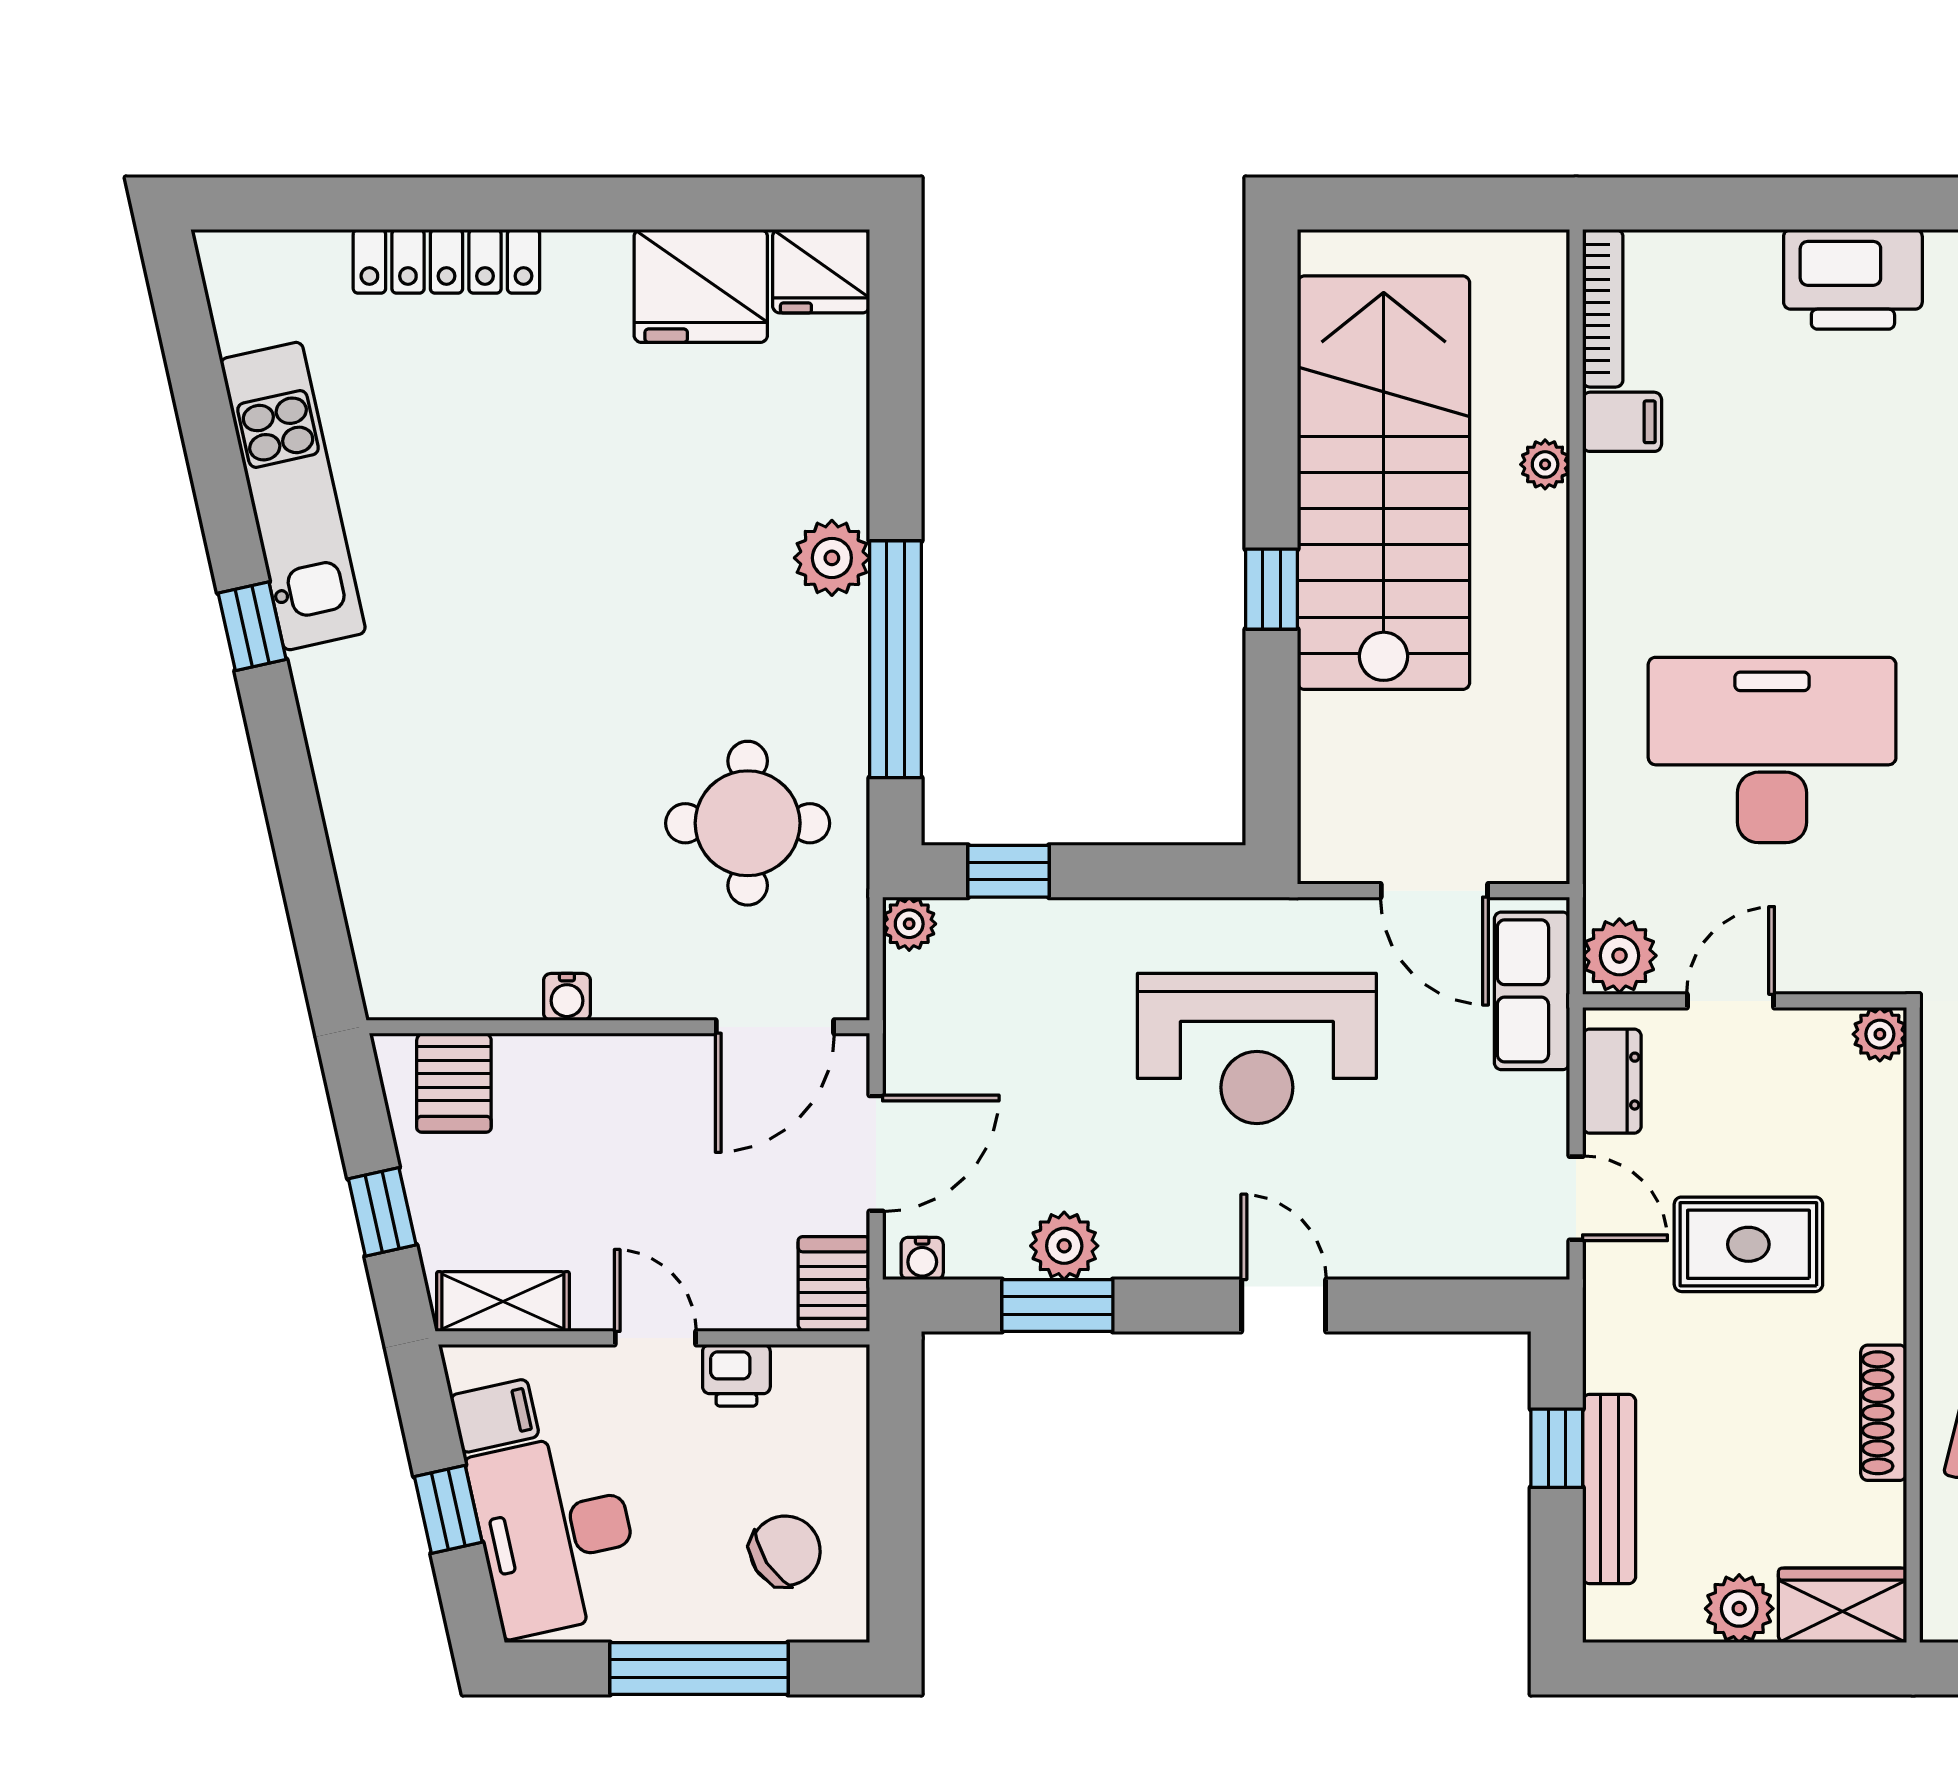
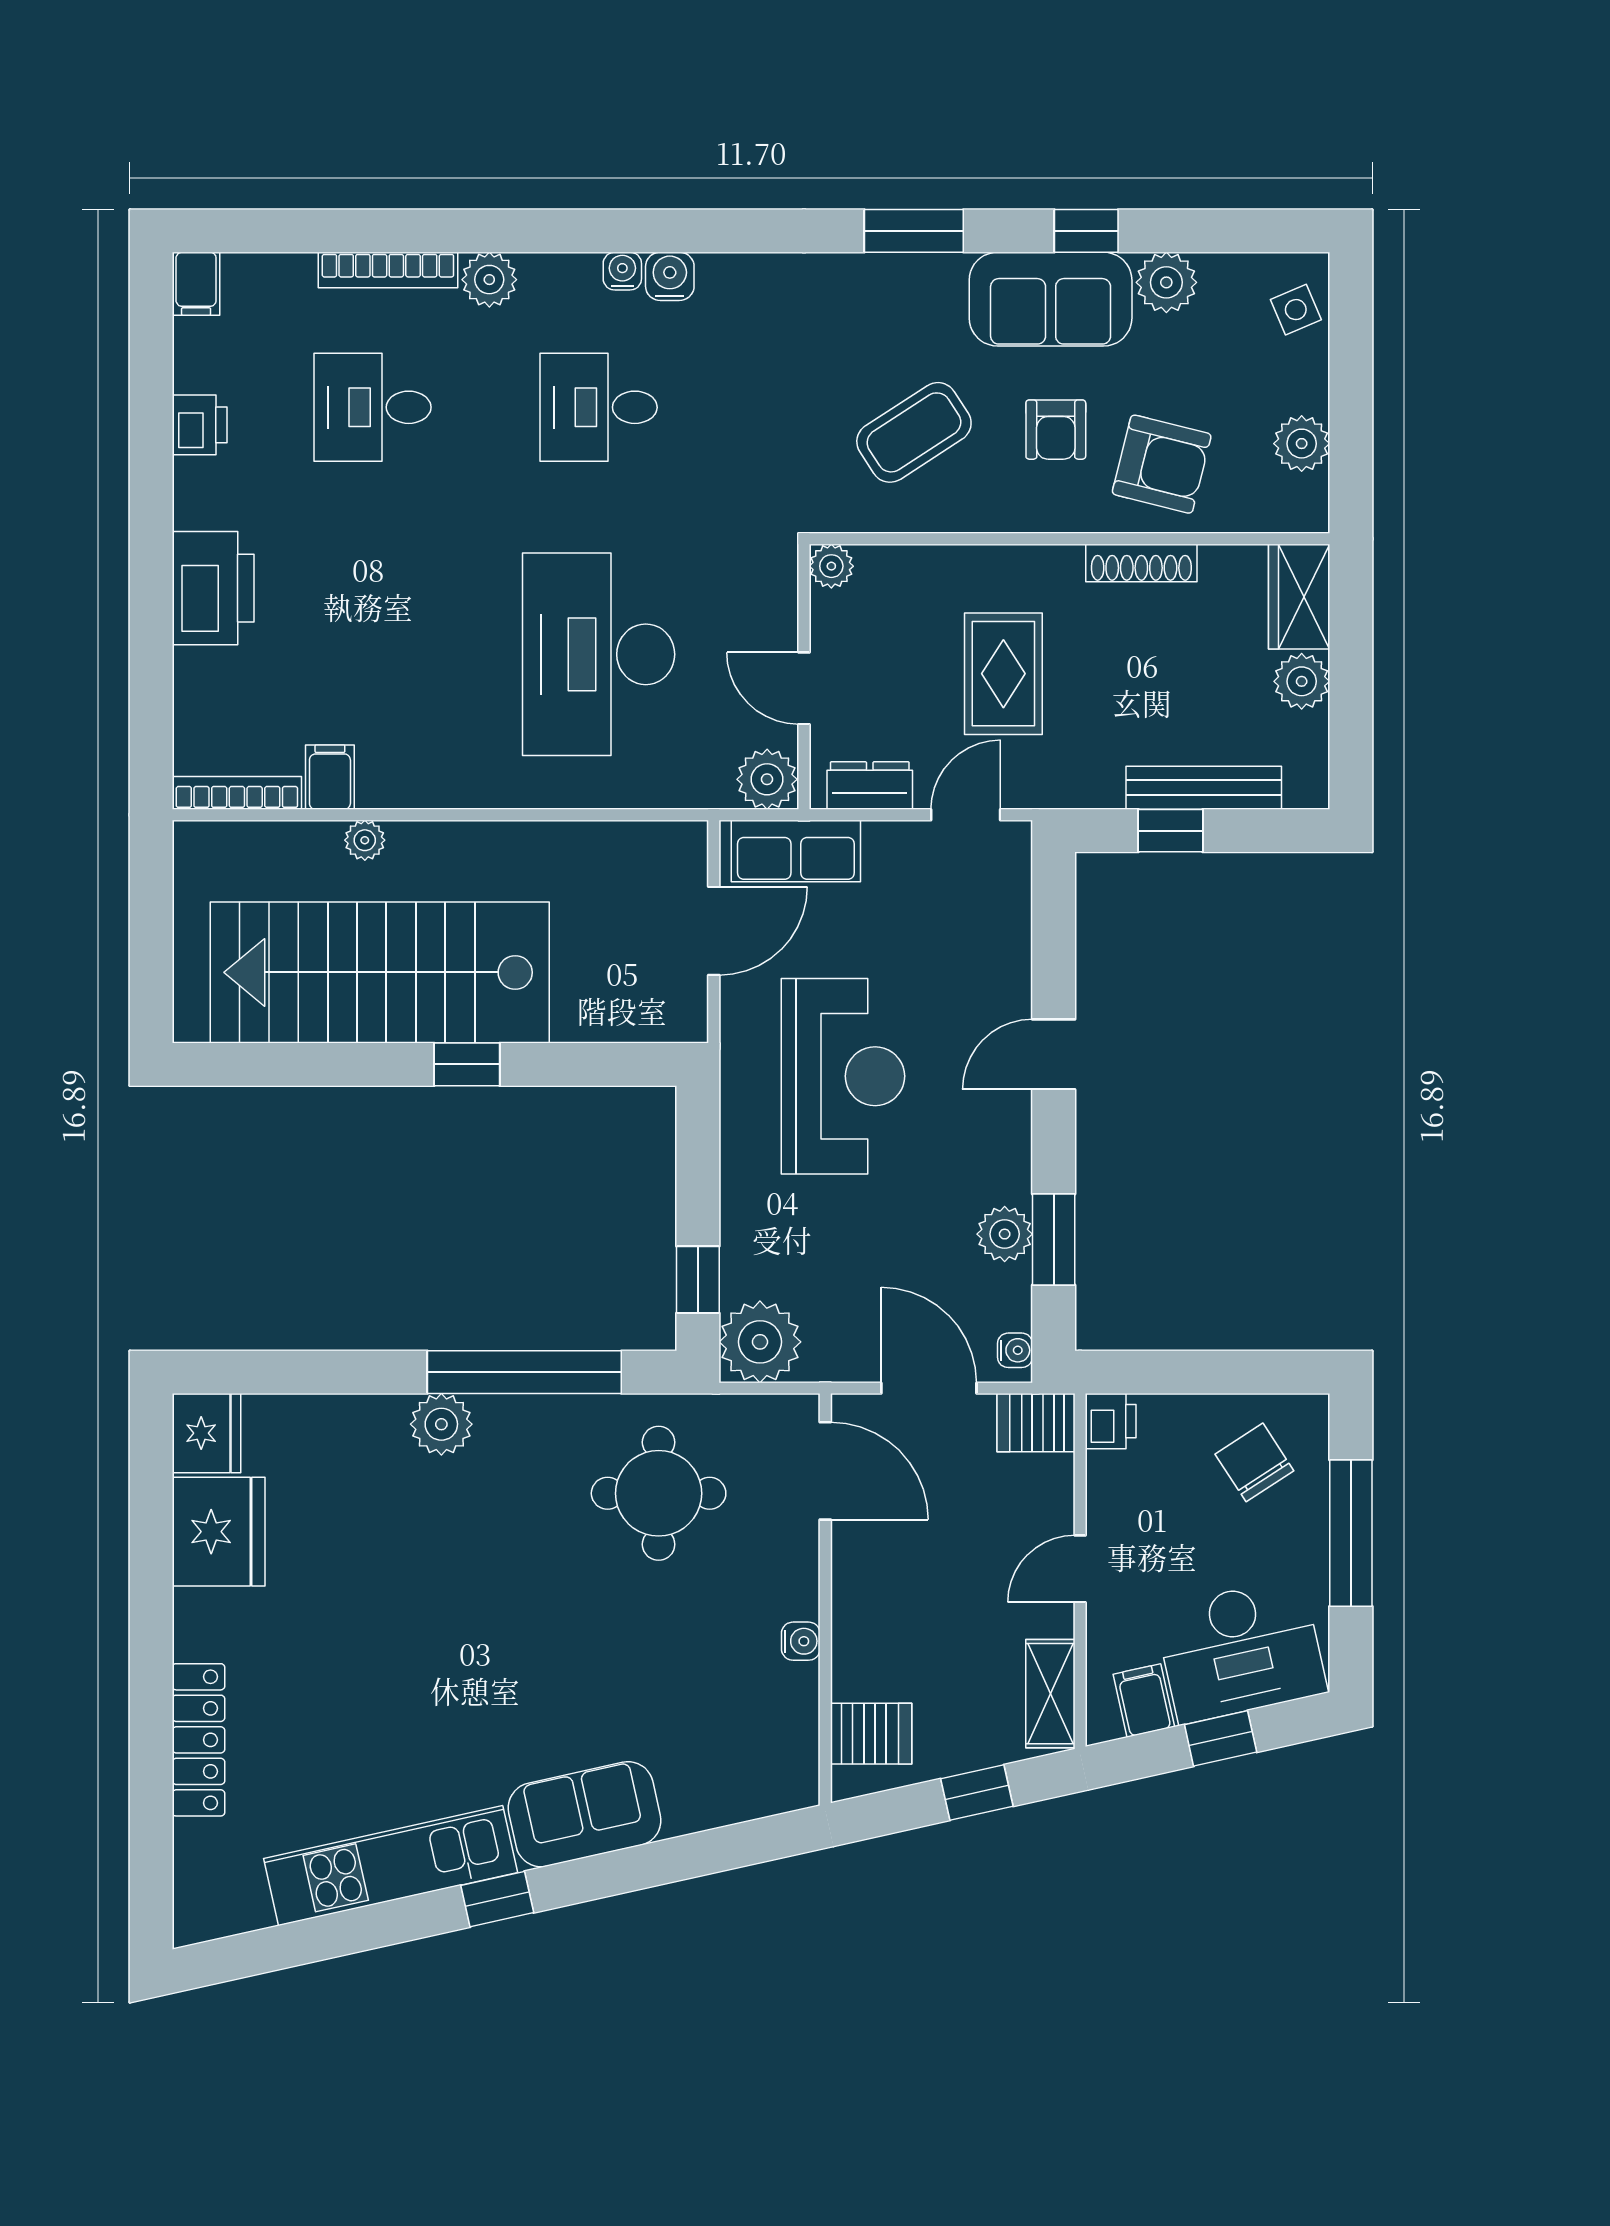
sofa: (356, 733) -> (585, 1814), added
plant: (909, 924) -> (760, 1342), width x1.88, depth x1.88
printer: (736, 1375) -> (1111, 1421), moved

